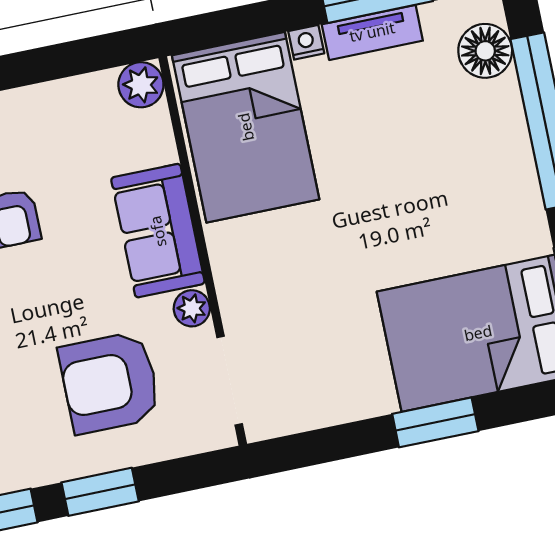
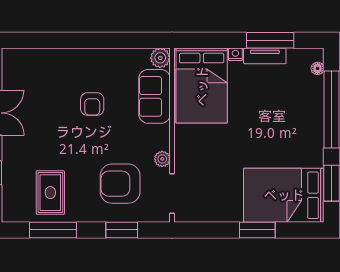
floor lamp: (485, 51) -> (318, 68), width x0.53, depth x0.53
sofa: (158, 231) -> (155, 96), moved
window: (100, 492) -> (122, 230), moved

